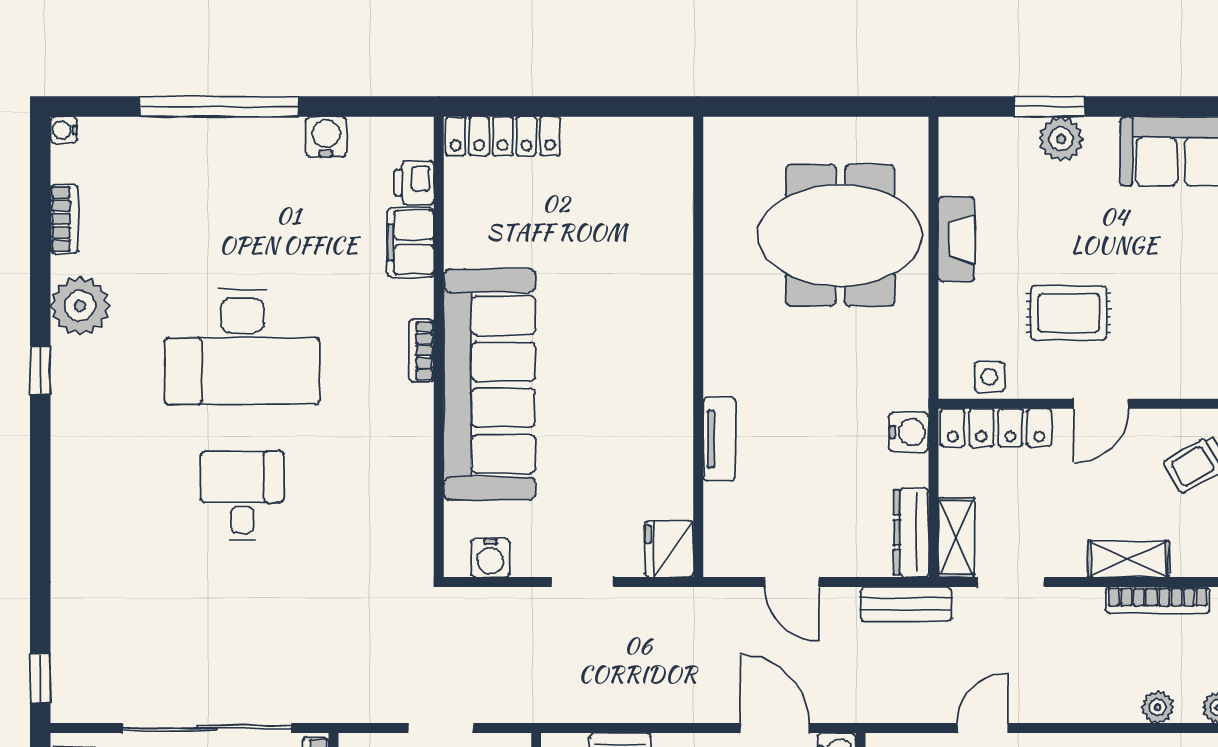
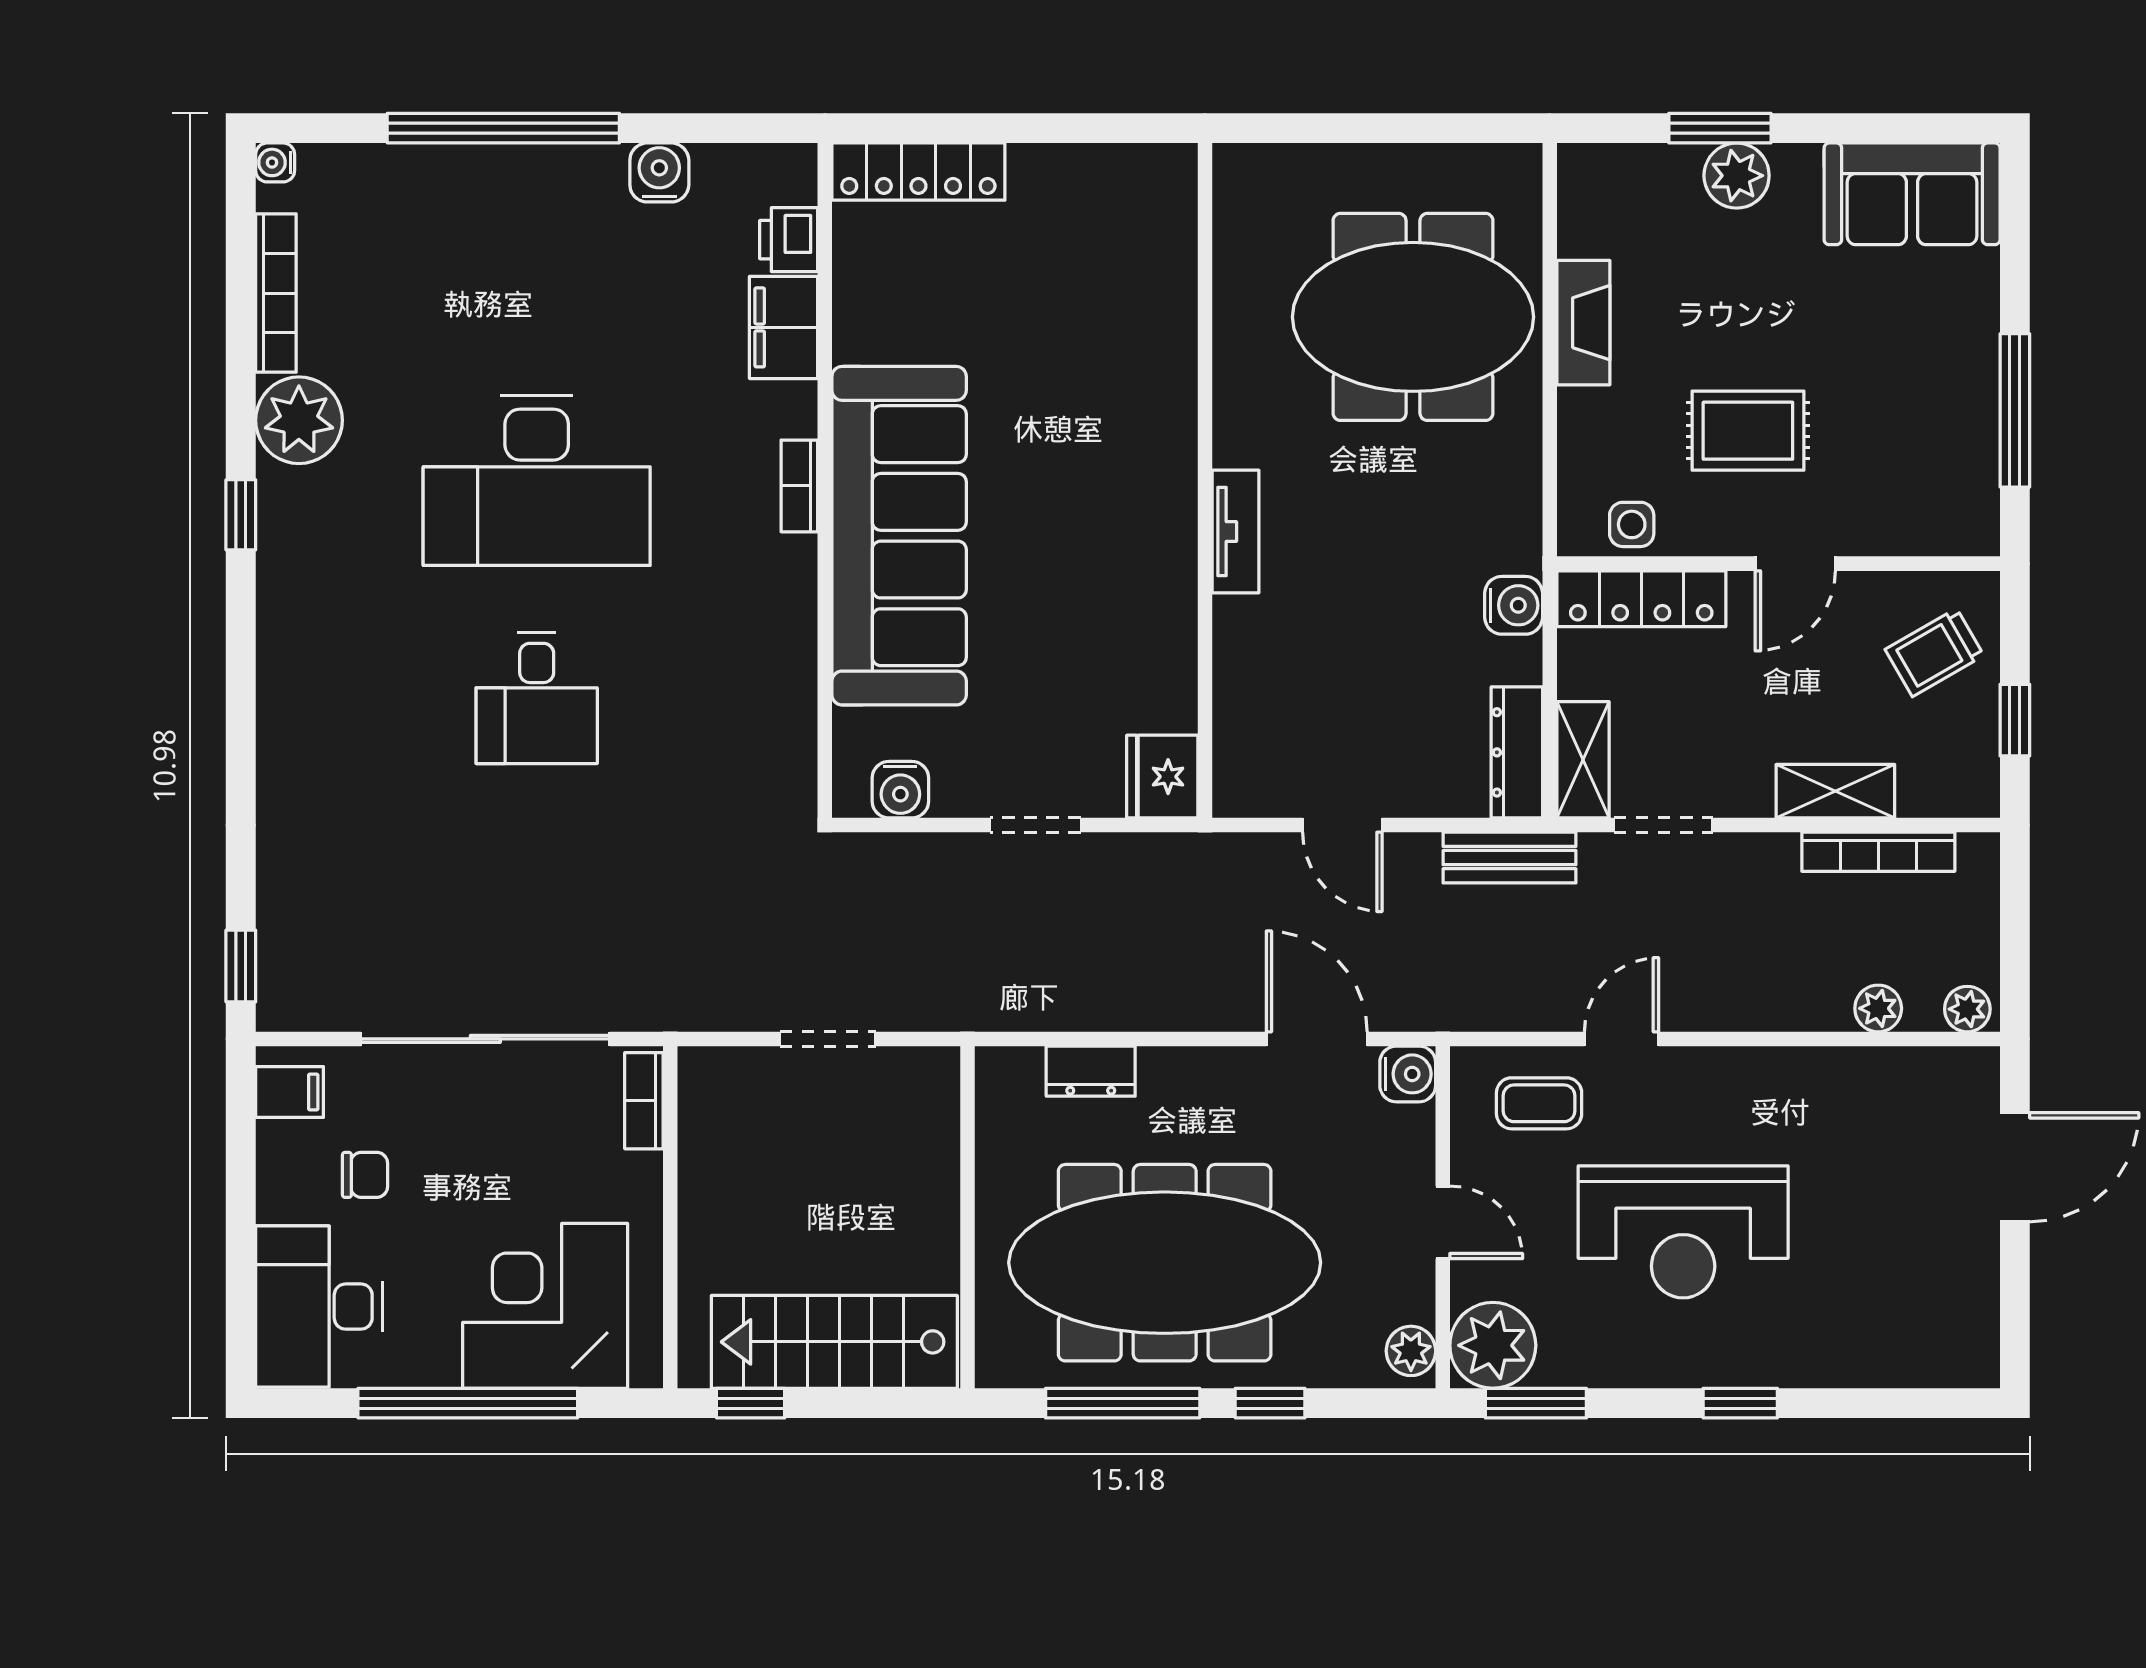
bookcase: (64, 219) -> (276, 293), width x1.56
tv unit: (719, 439) -> (1236, 532), moved
desk: (242, 496) -> (537, 698), turned 180

